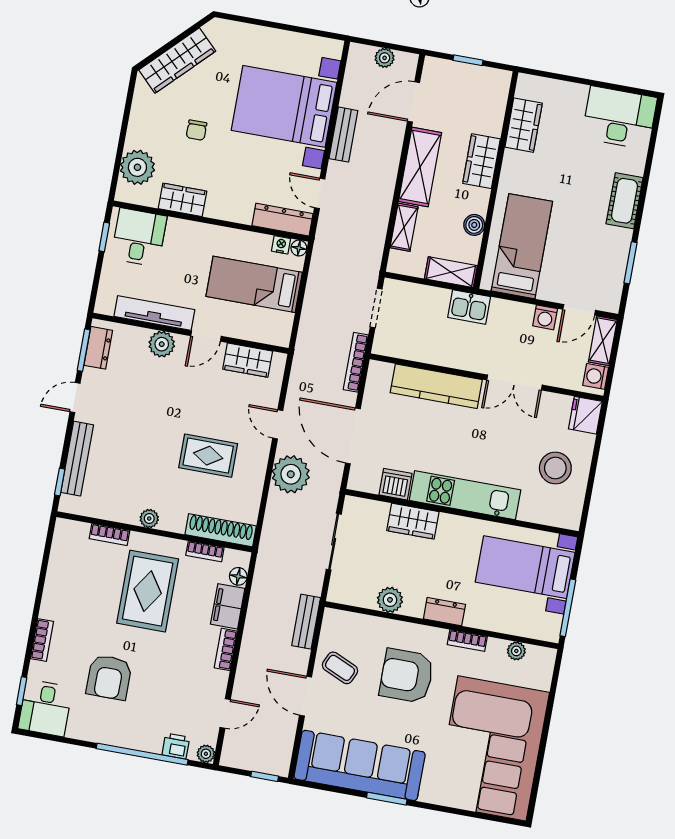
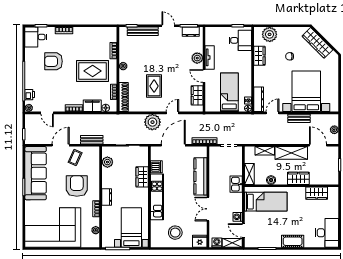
tv unit: (154, 313) -> (210, 57), width x0.71
plant: (390, 600) -> (107, 162), moved

